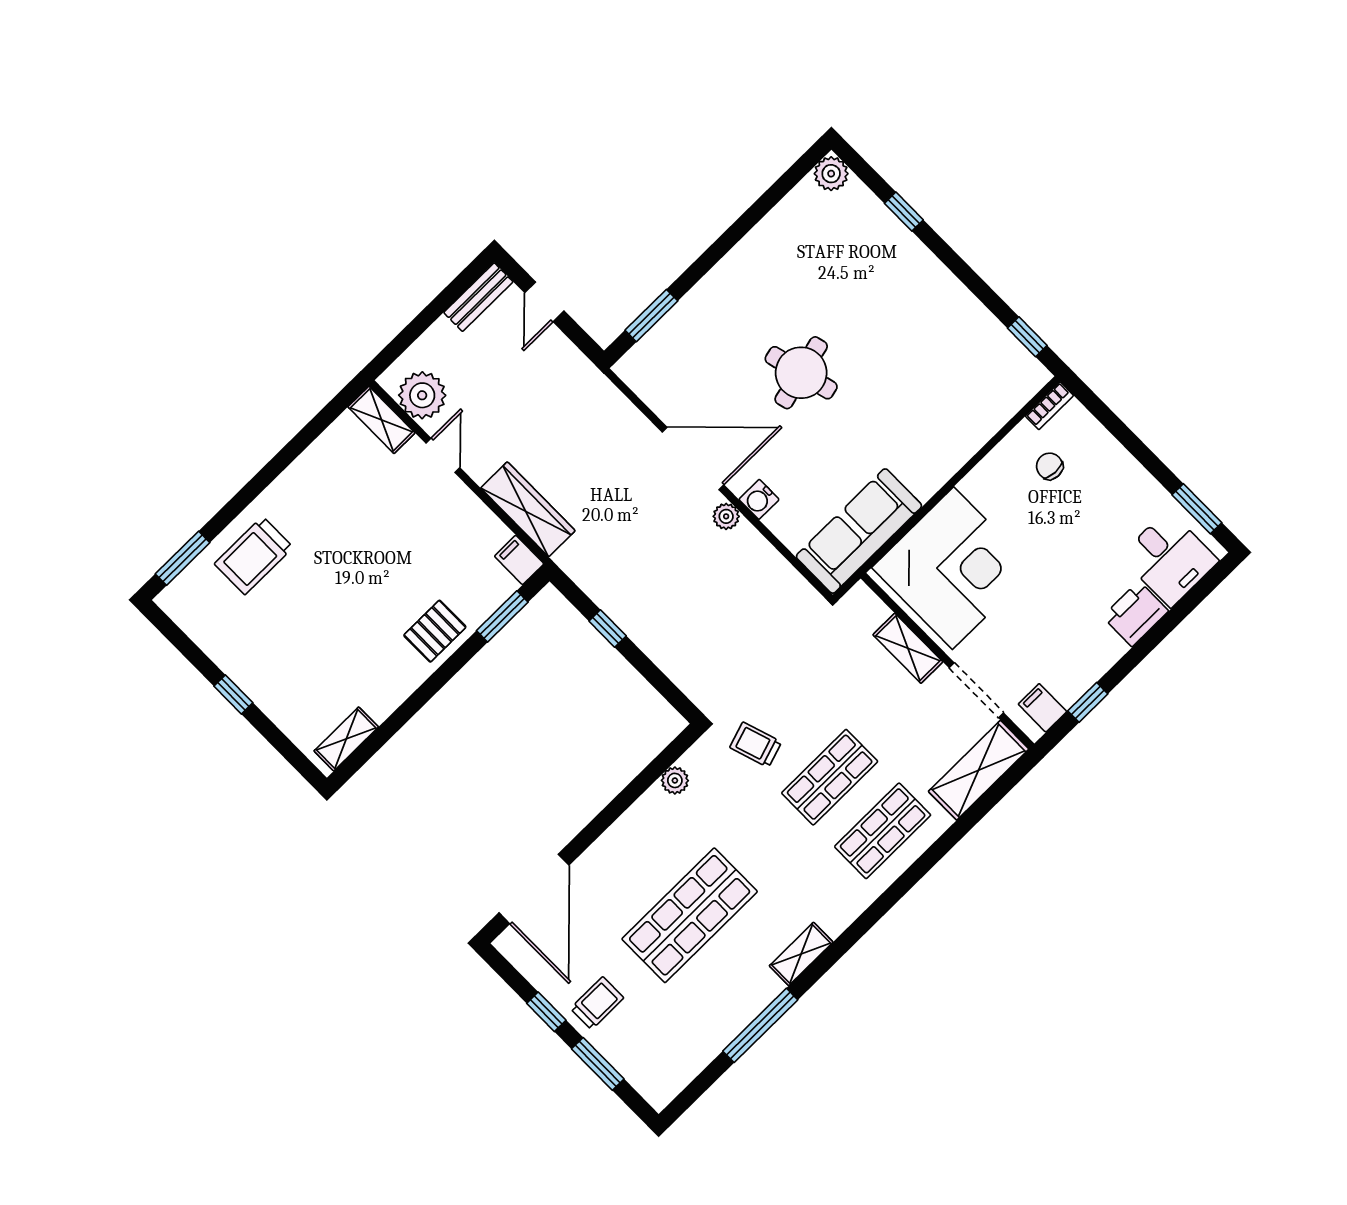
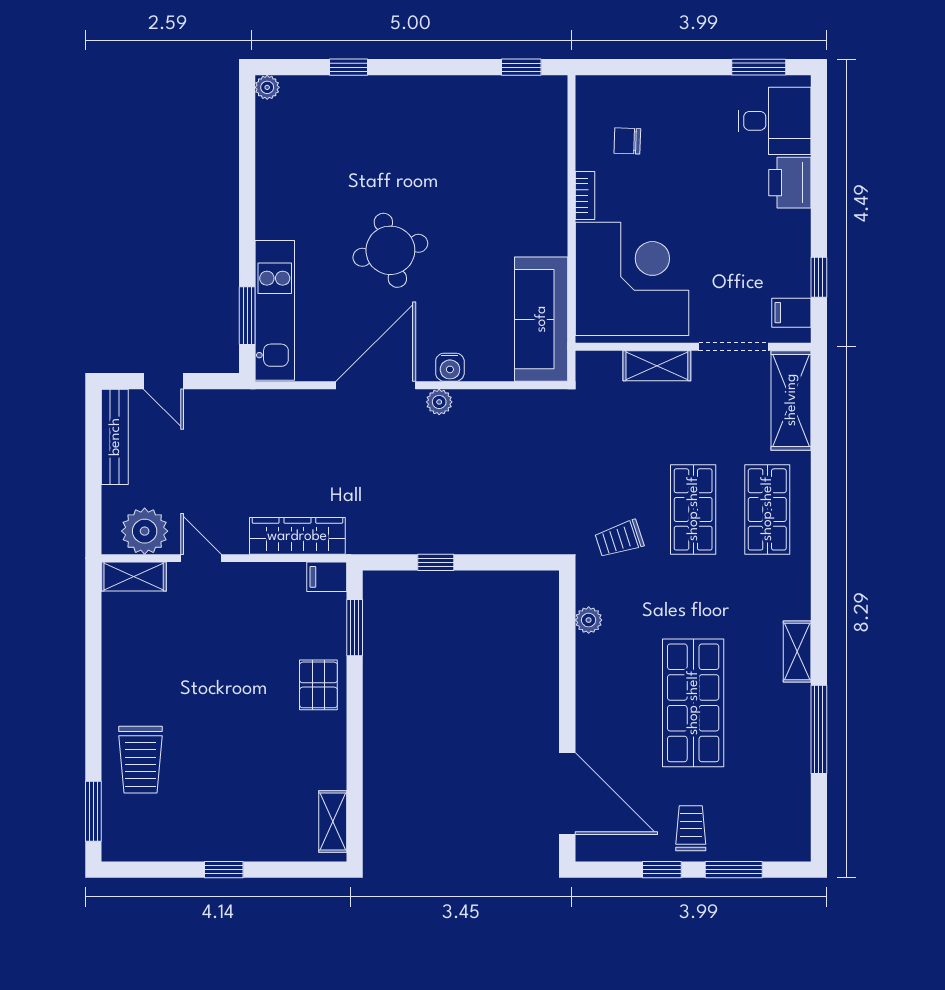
plant: (831, 174) -> (267, 87), width x0.73, depth x0.73
bench: (478, 297) -> (115, 437), width x1.36
kitchen unit: (675, 332) -> (275, 310), added
bookcase: (1049, 406) -> (585, 195), moved

